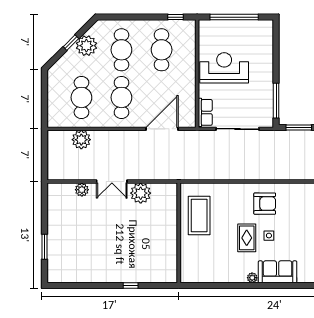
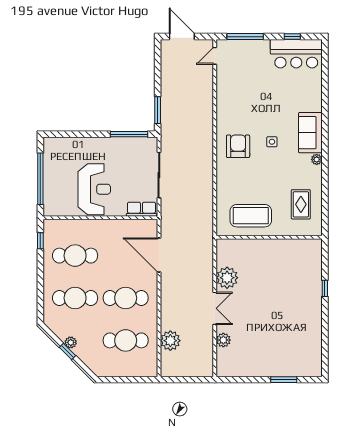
plant: (86, 46) -> (71, 342), width x0.53, depth x0.53
reception desk: (224, 68) -> (94, 189), turned 180
rug: (247, 238) -> (301, 204), moved, turned 90

